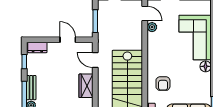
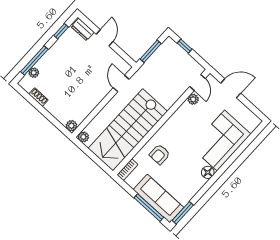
door: (68, 40) -> (105, 38), moved
wardrobe: (86, 86) -> (94, 98), removed
bench: (31, 88) -> (47, 58), removed

